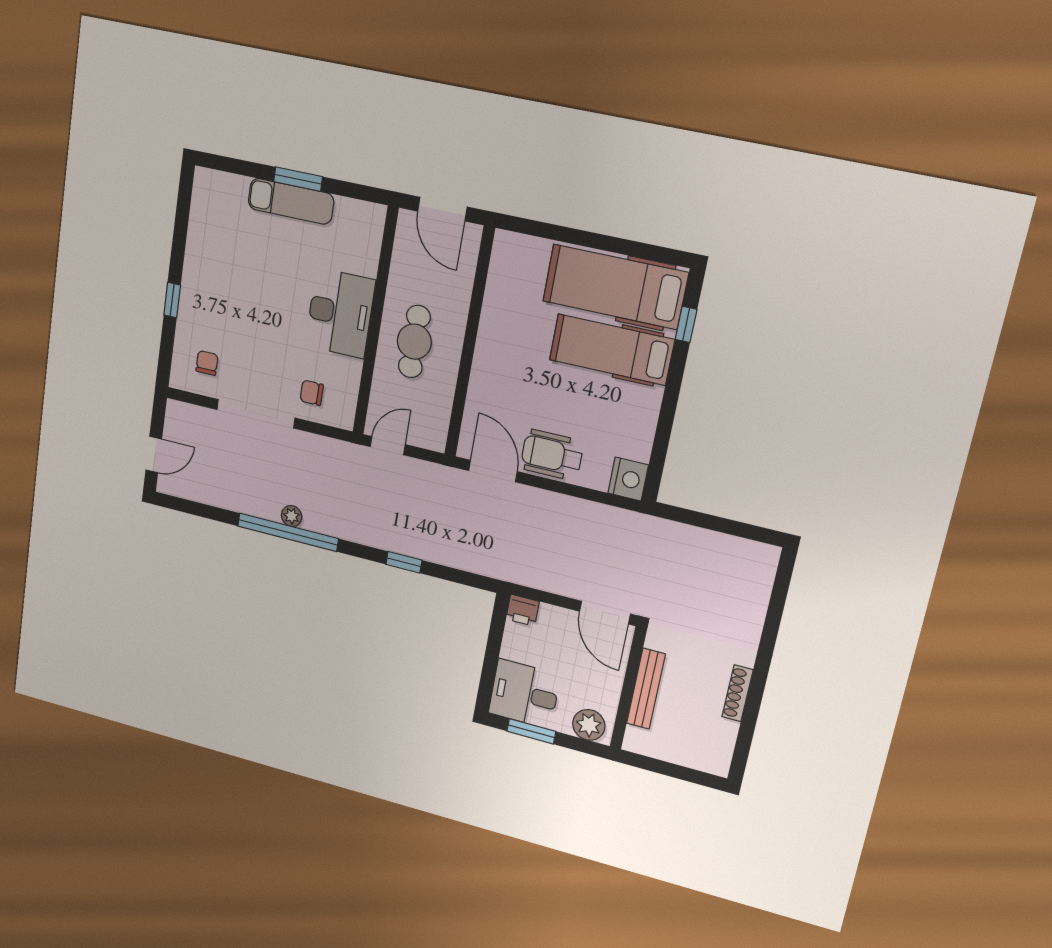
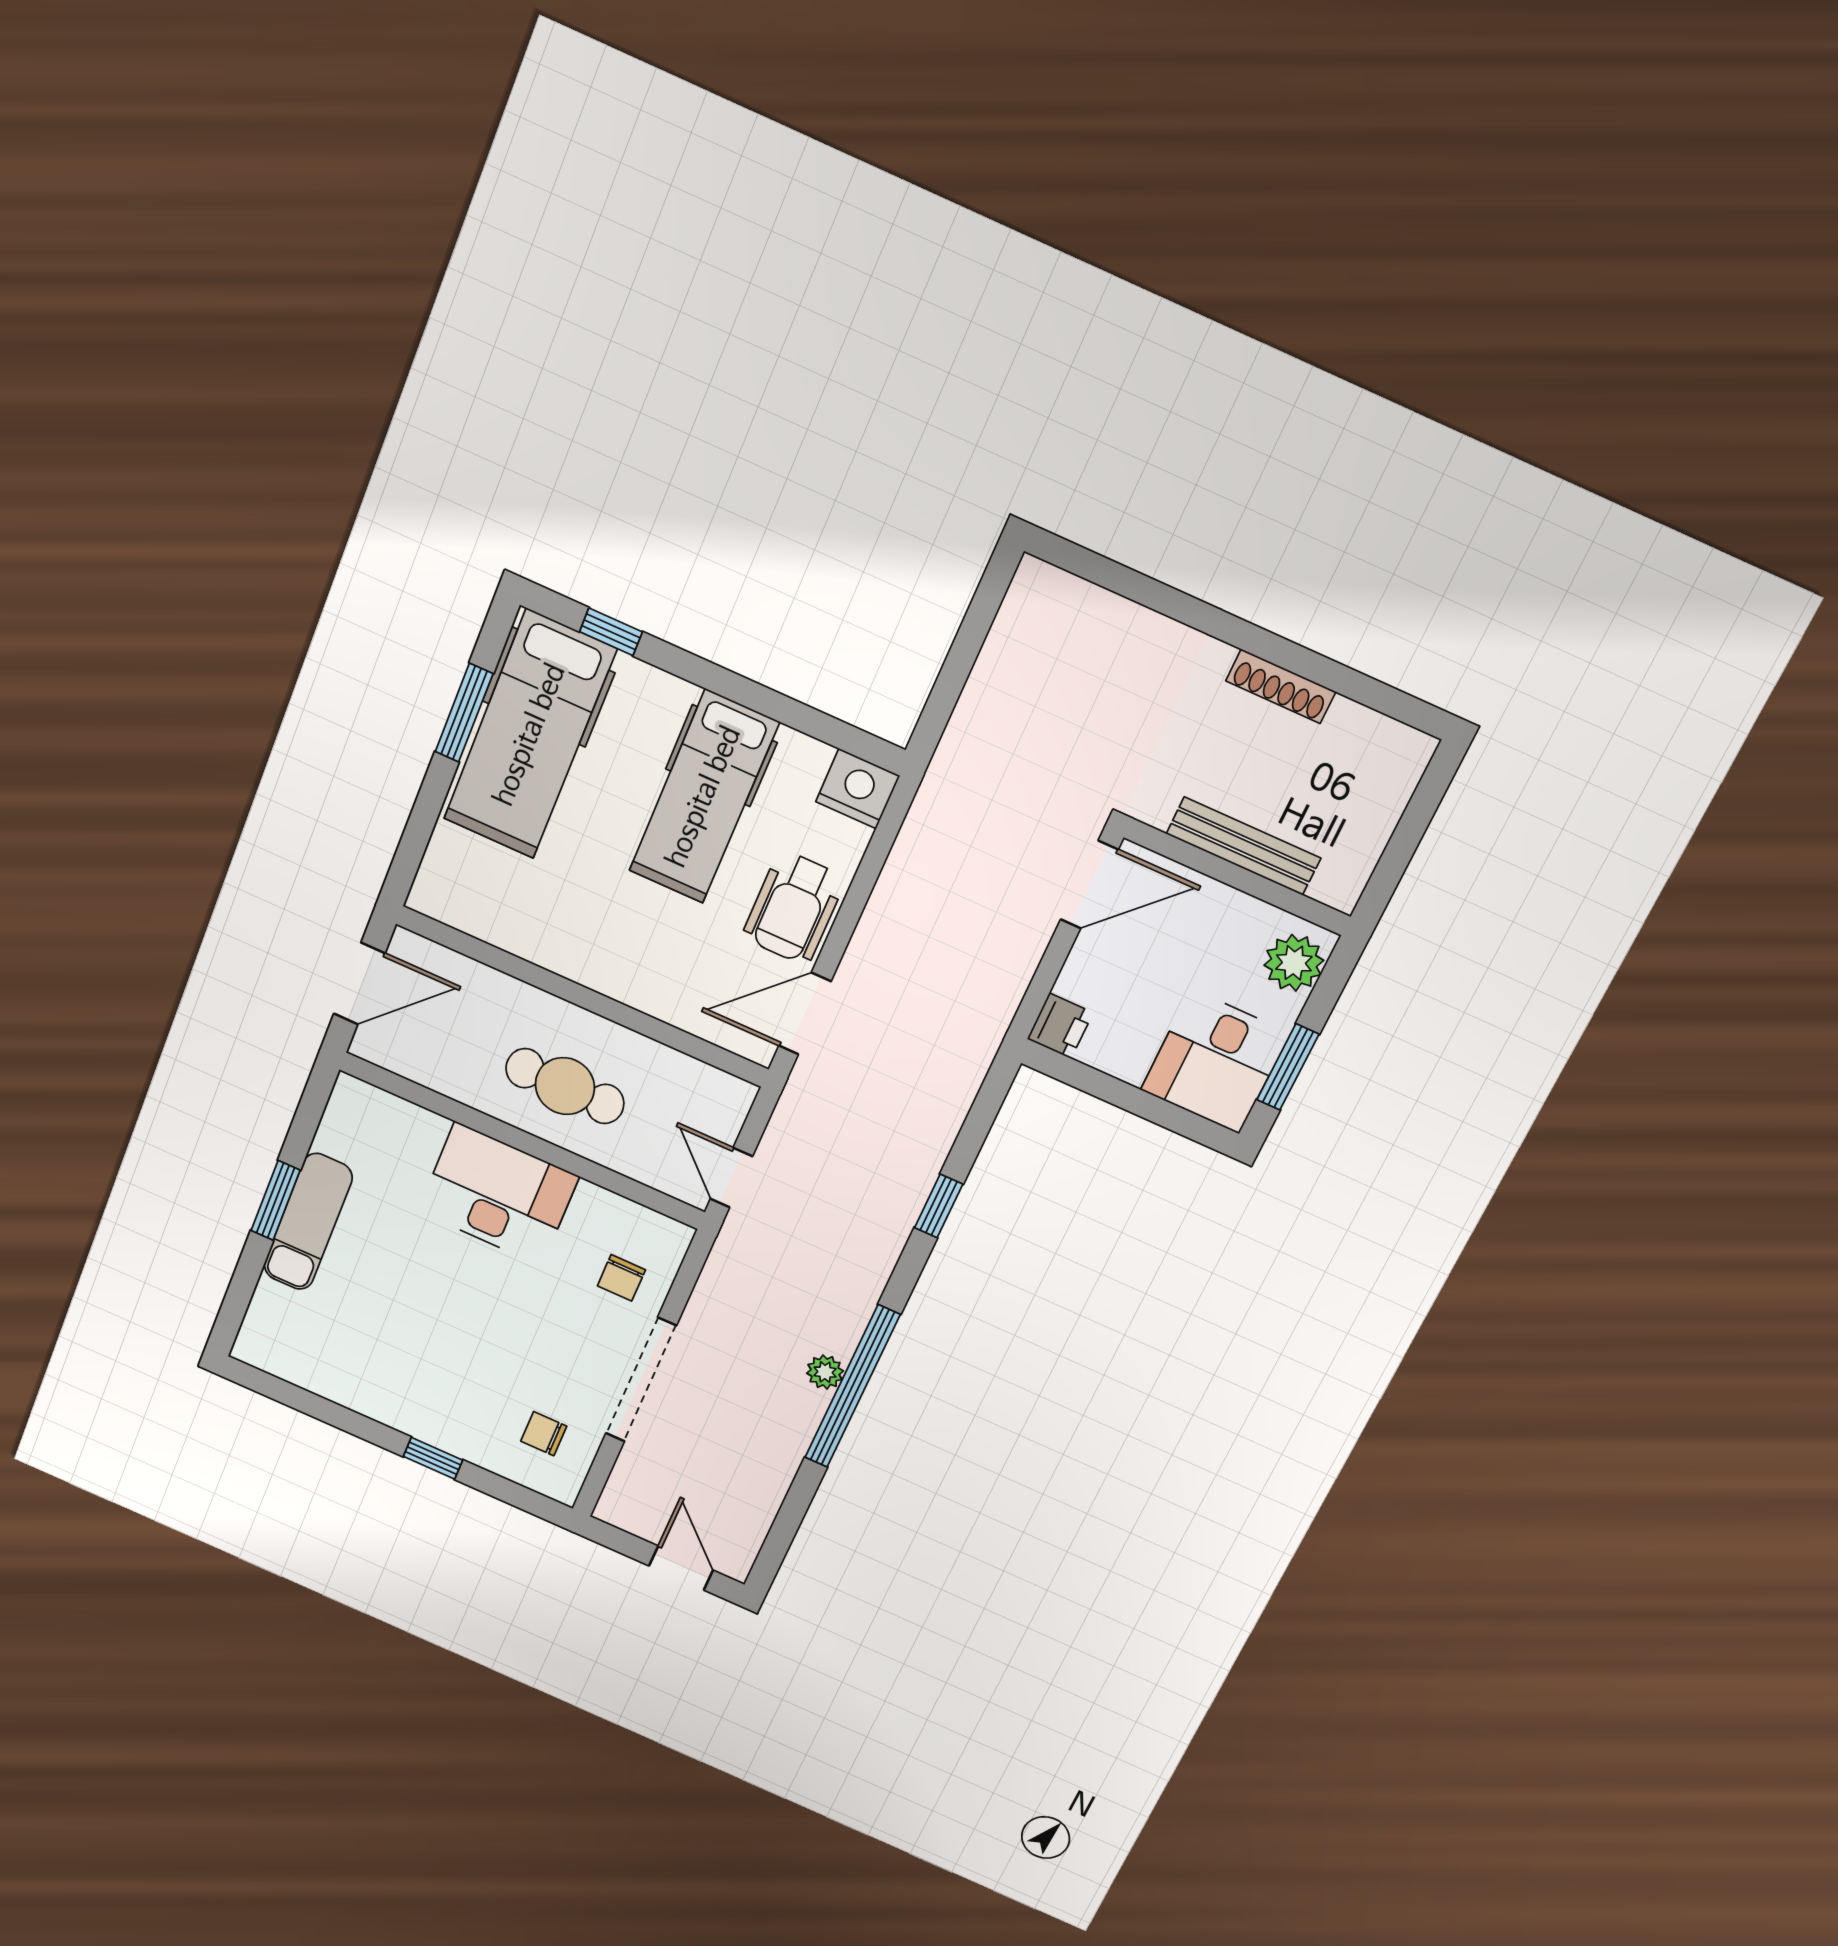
window: (619, 246) -> (464, 713), added
hospital bed: (612, 350) -> (704, 797), moved

